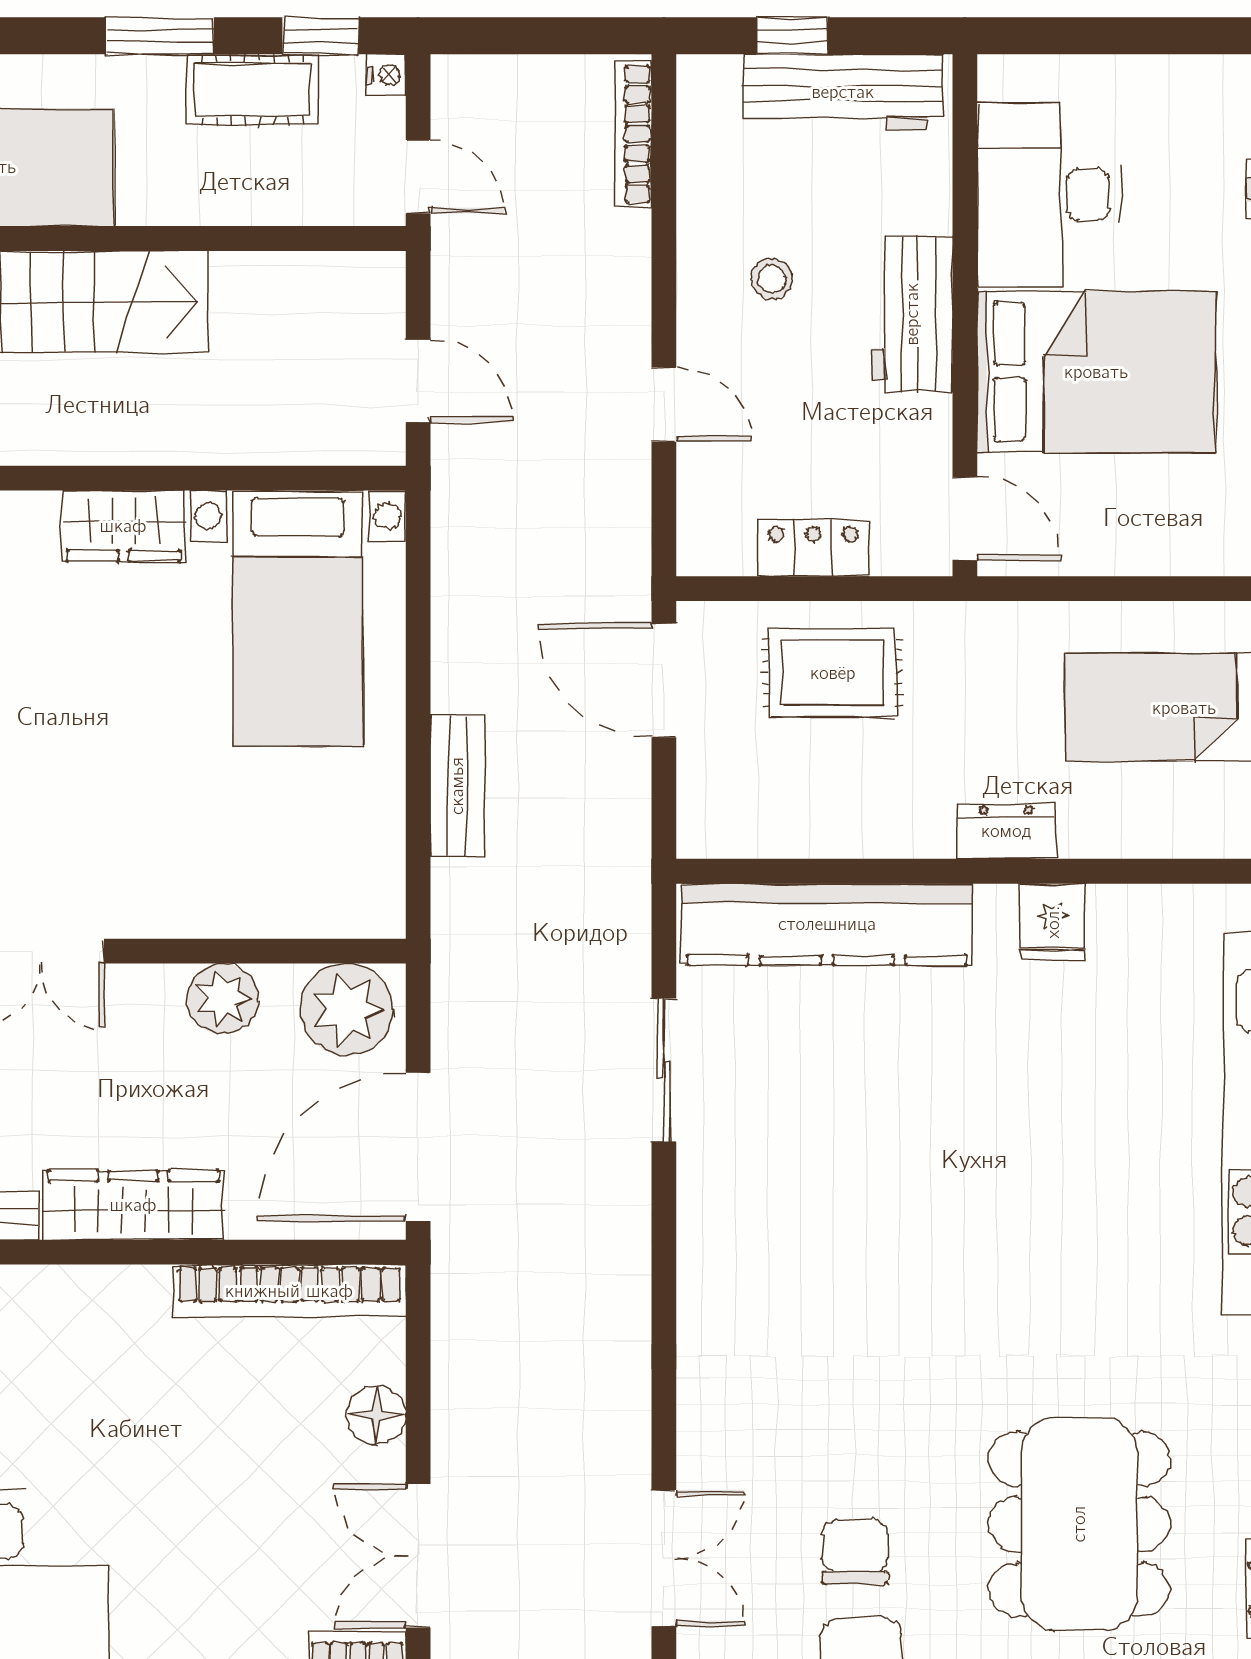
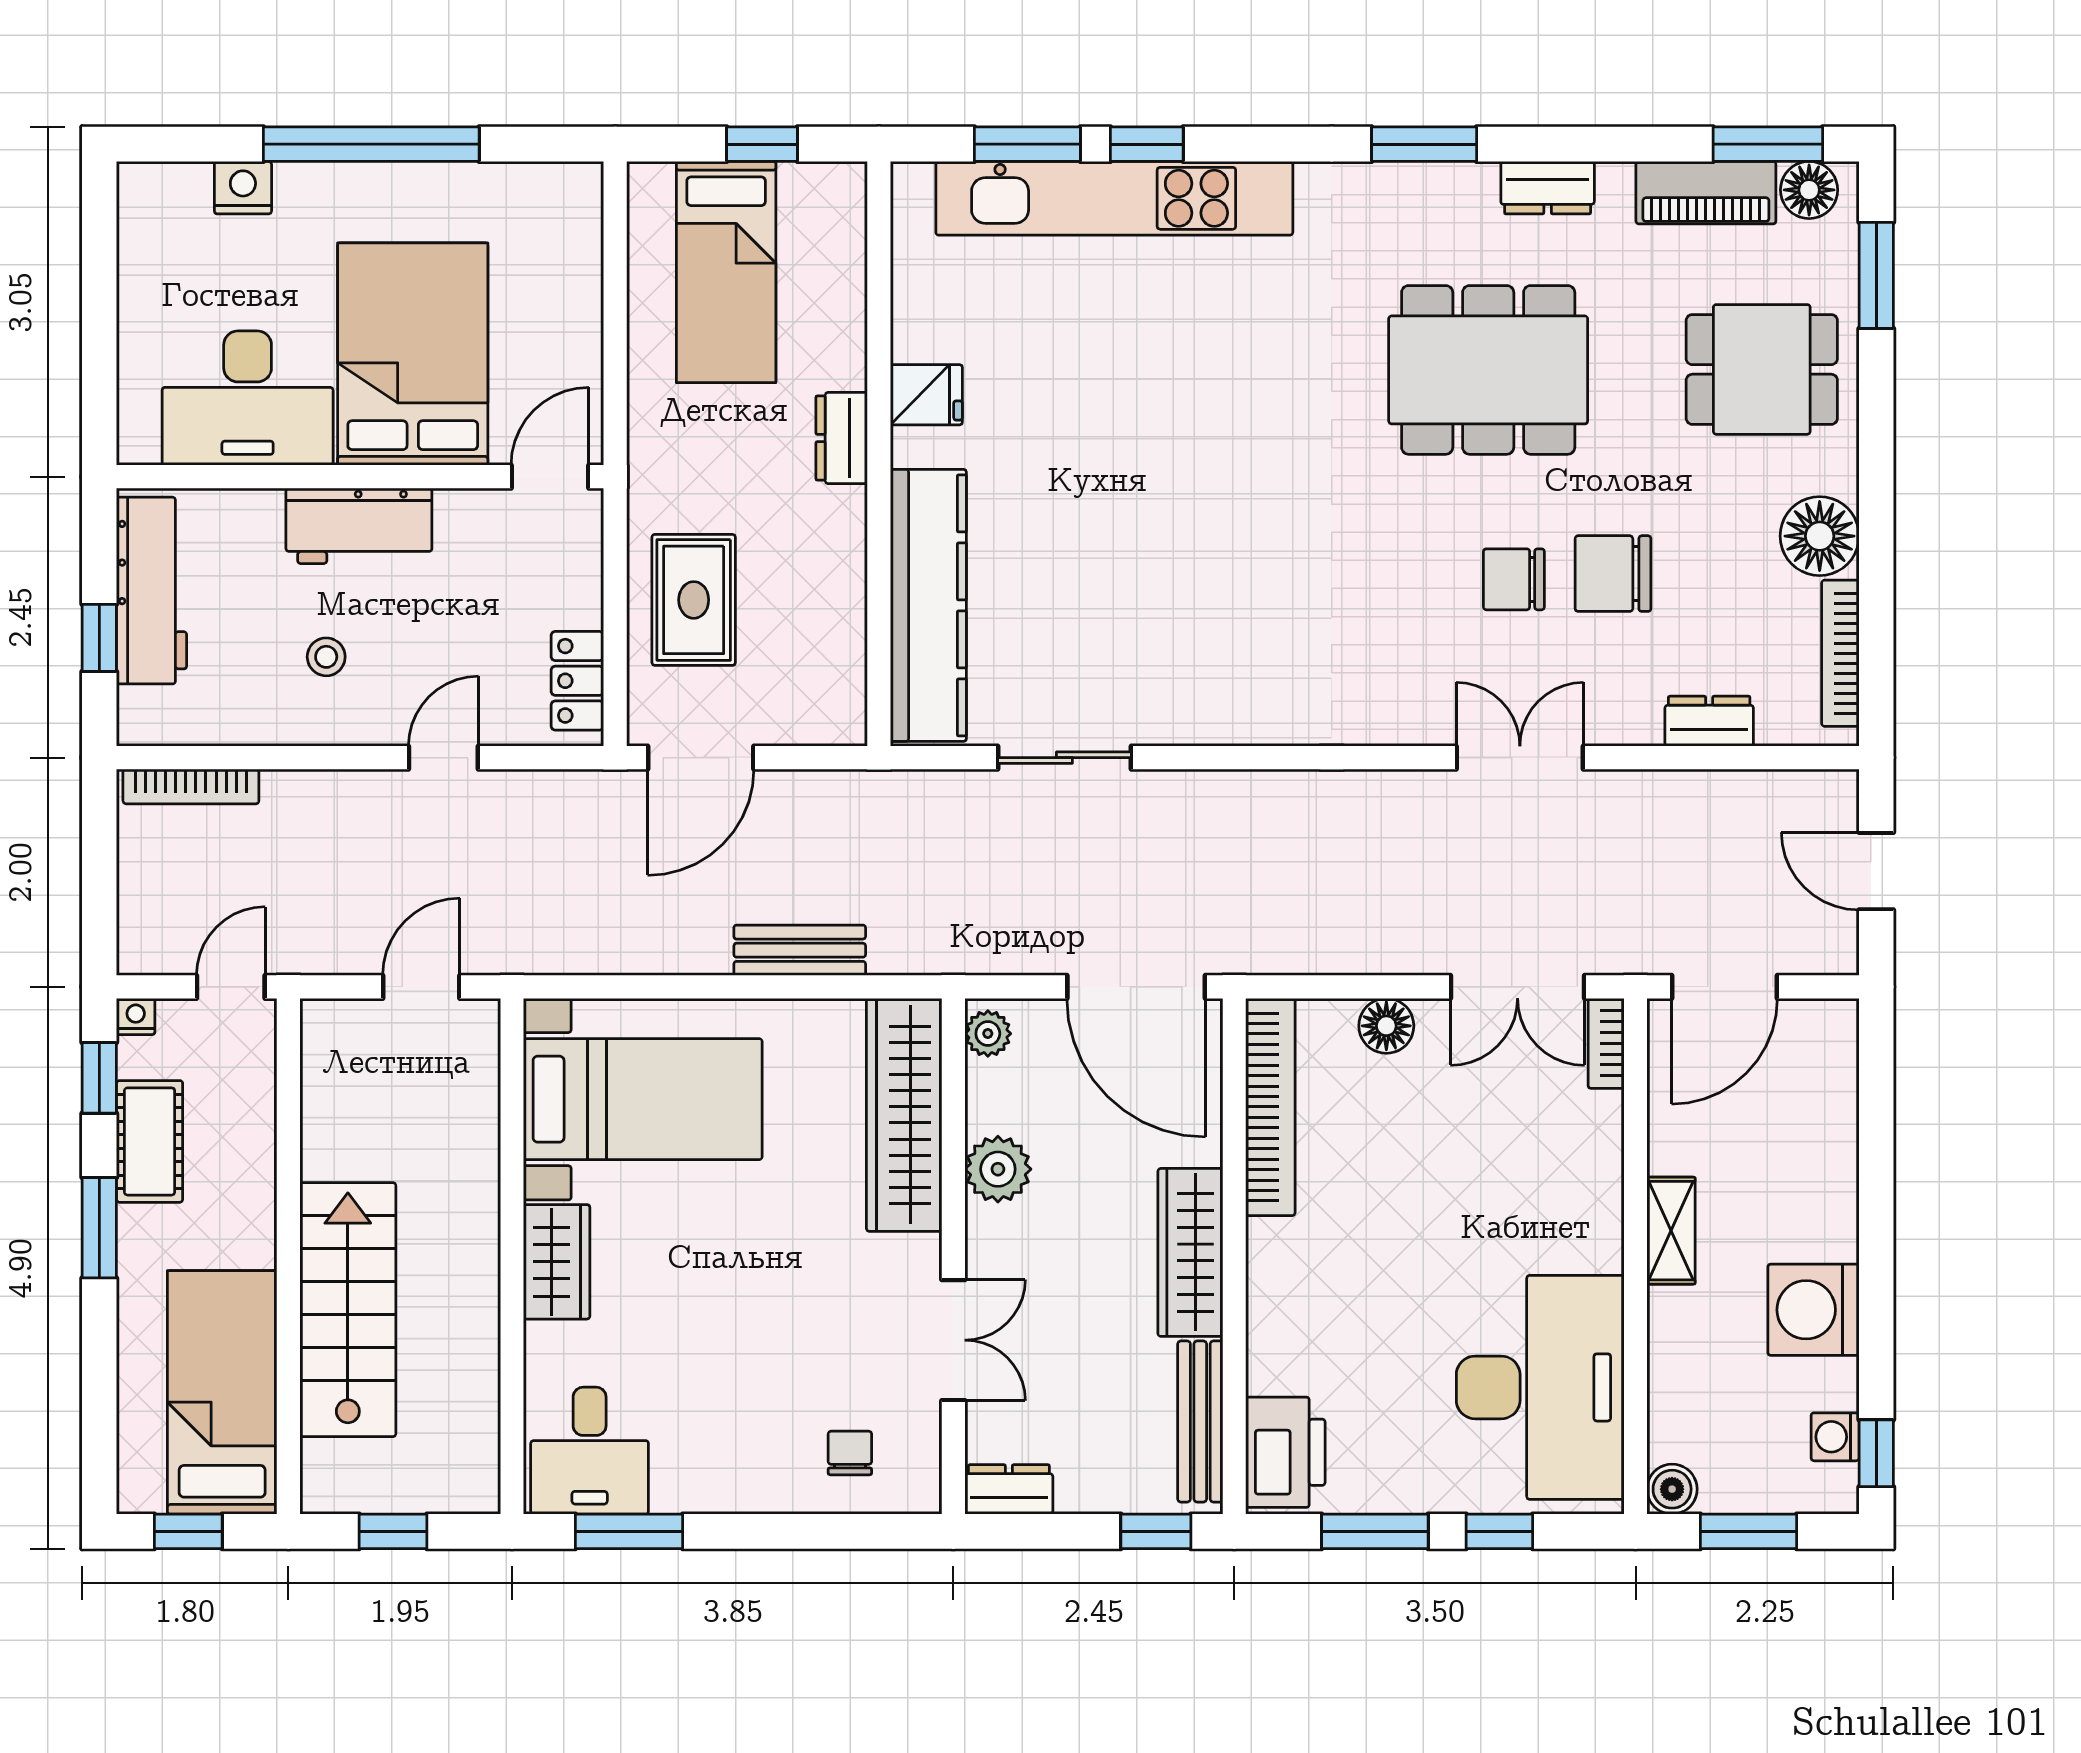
locker: (813, 548) -> (577, 681), moved
wardrobe: (281, 898) -> (904, 1115), added
plant: (347, 1010) -> (988, 1034), width x0.53, depth x0.53

